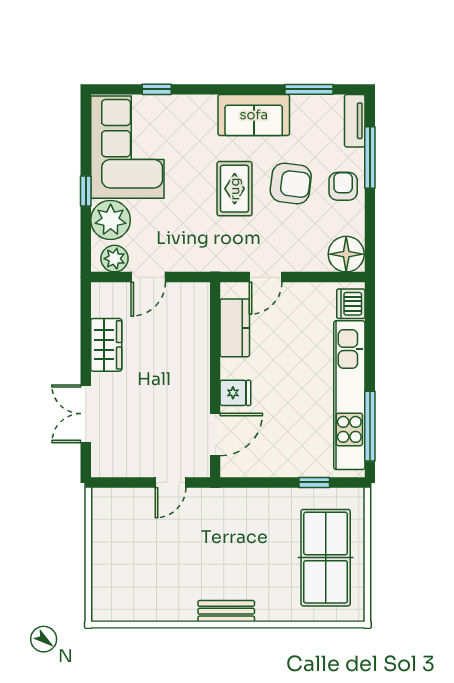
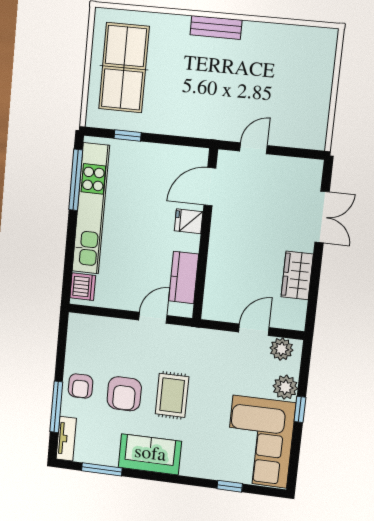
armchair: (291, 184) -> (124, 394), turned -97
plant: (111, 220) -> (285, 387), width x0.73, depth x0.73
floor lamp: (346, 254) -> (83, 329), removed

